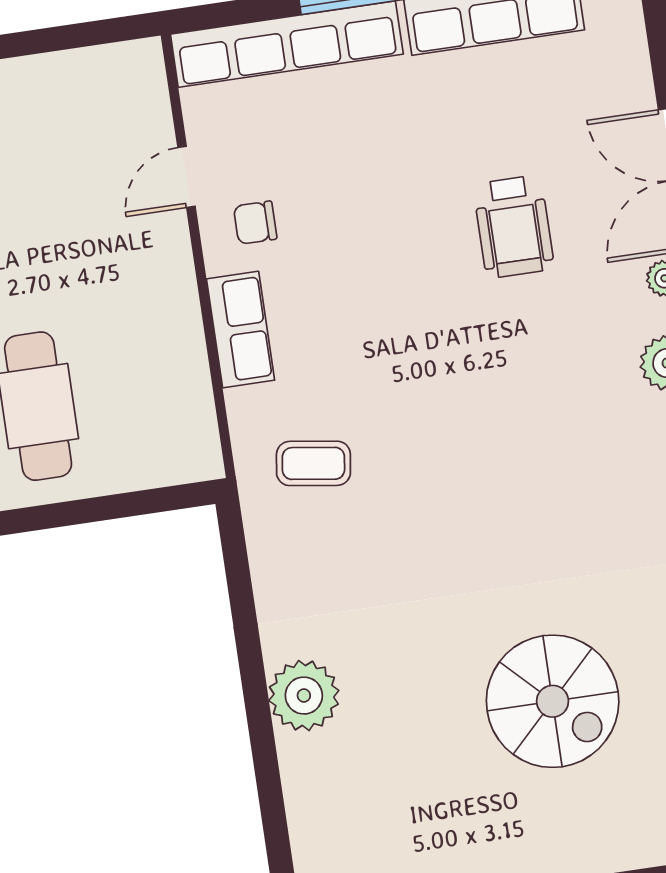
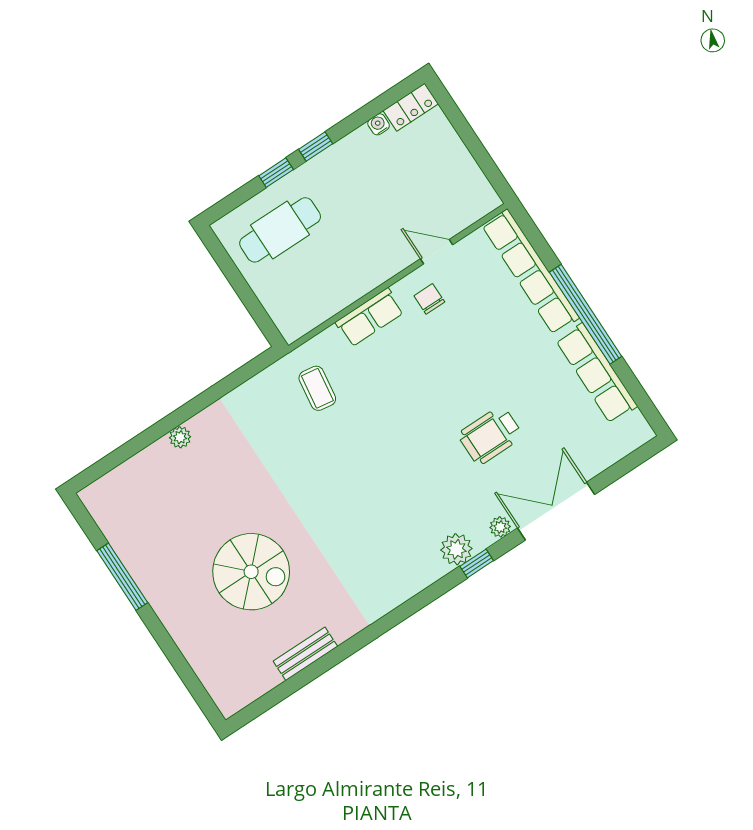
plant: (304, 696) -> (180, 437), width x0.53, depth x0.53
spiral stairs: (553, 701) -> (251, 572), turned -90

